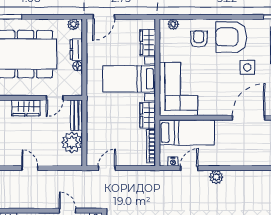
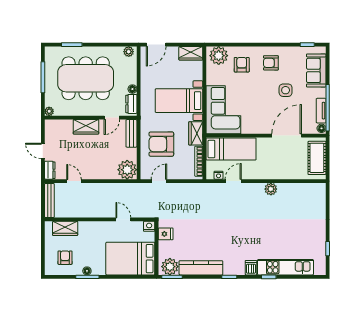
plant: (173, 24) -> (219, 56), width x1.88, depth x1.88
armchair: (231, 37) -> (271, 63), width x0.53, depth x0.53
wardrobe: (148, 43) -> (191, 53), moved, turned -90
dresser: (76, 49) -> (131, 104), moved
armchair: (110, 127) -> (161, 144), added
plant: (72, 142) -> (127, 170), moved
door: (30, 168) -> (74, 181), moved
plant: (216, 177) -> (271, 189), moved

